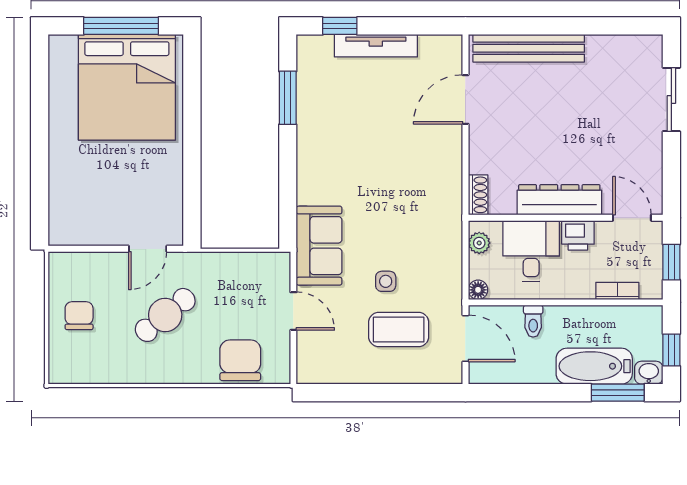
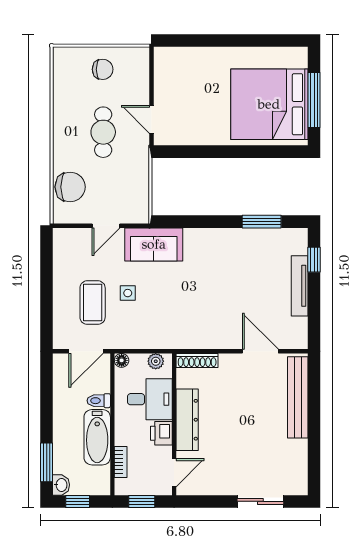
shoe rack: (478, 195) -> (197, 360), width x1.43
cafe table: (165, 315) -> (103, 132), turned 39
bathtub: (594, 366) -> (97, 437), moved, turned 180

